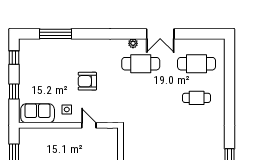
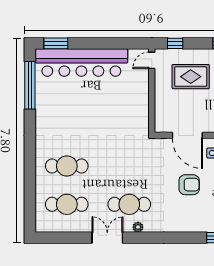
cafe table: (197, 98) -> (67, 166), width x1.37, depth x1.35
door: (89, 125) -> (187, 135), width x1.88

